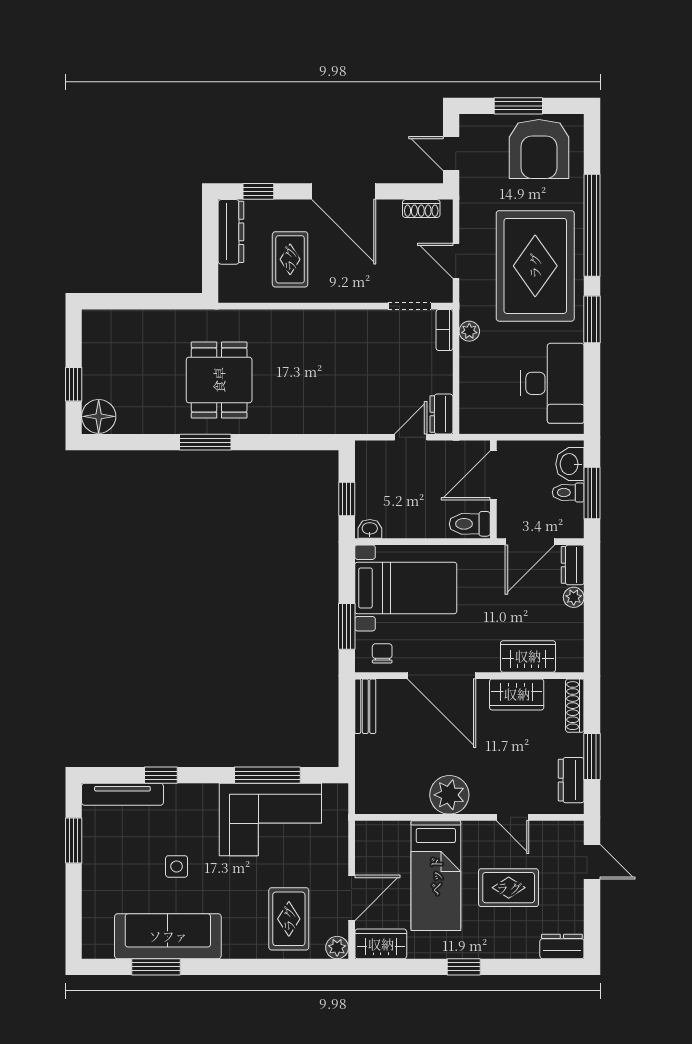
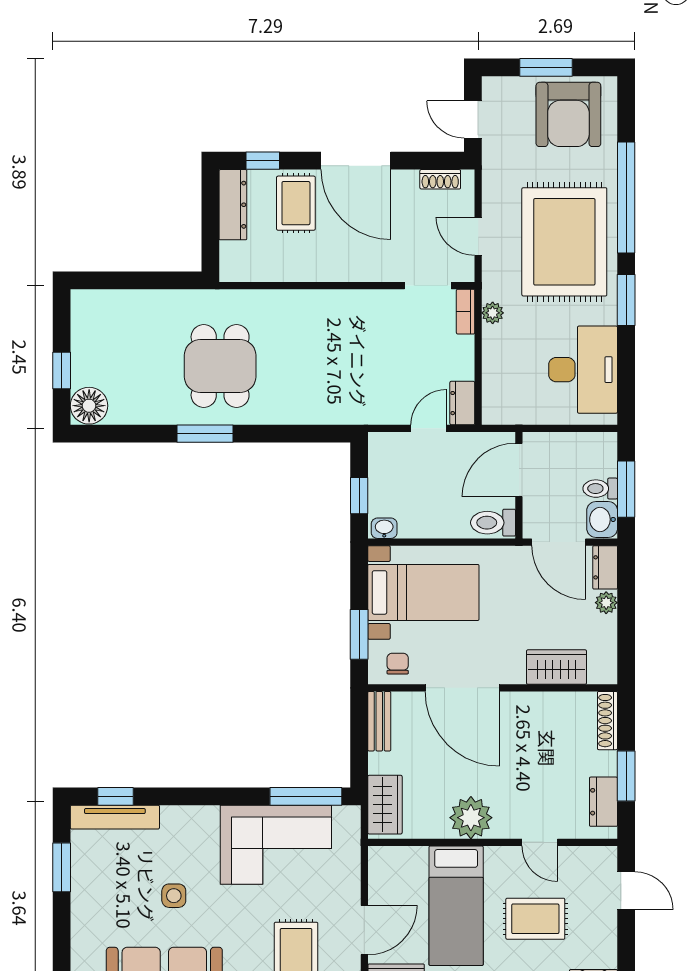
rug: (290, 259) -> (296, 203), moved
washbasin: (570, 464) -> (602, 519), moved
door: (530, 542) -> (559, 542), hinge flipped
wardrobe: (517, 694) -> (385, 805), moved, turned -90
window: (161, 775) -> (115, 796), moved
window: (267, 775) -> (306, 796), moved

